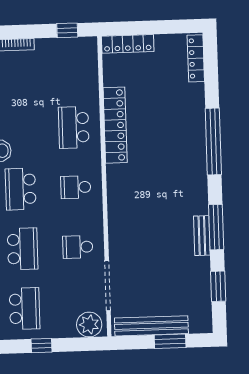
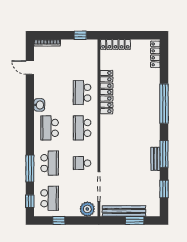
school desk: (76, 187) -> (82, 128), width x1.85

